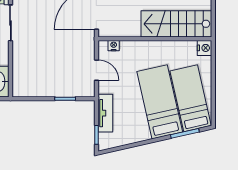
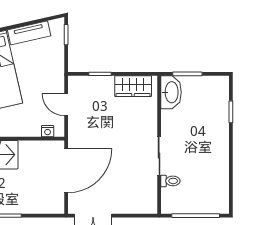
wardrobe: (35, 87) -> (133, 86), added
tv unit: (105, 113) -> (29, 33), moved, turned -103

